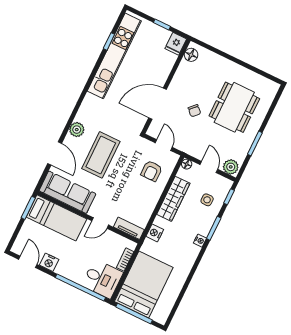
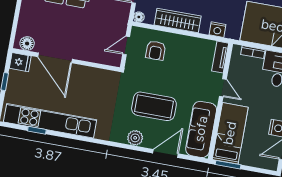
door: (158, 104) -> (55, 58), moved
chair: (194, 111) -> (83, 24), removed
armchair: (152, 171) -> (156, 50), turned 90

